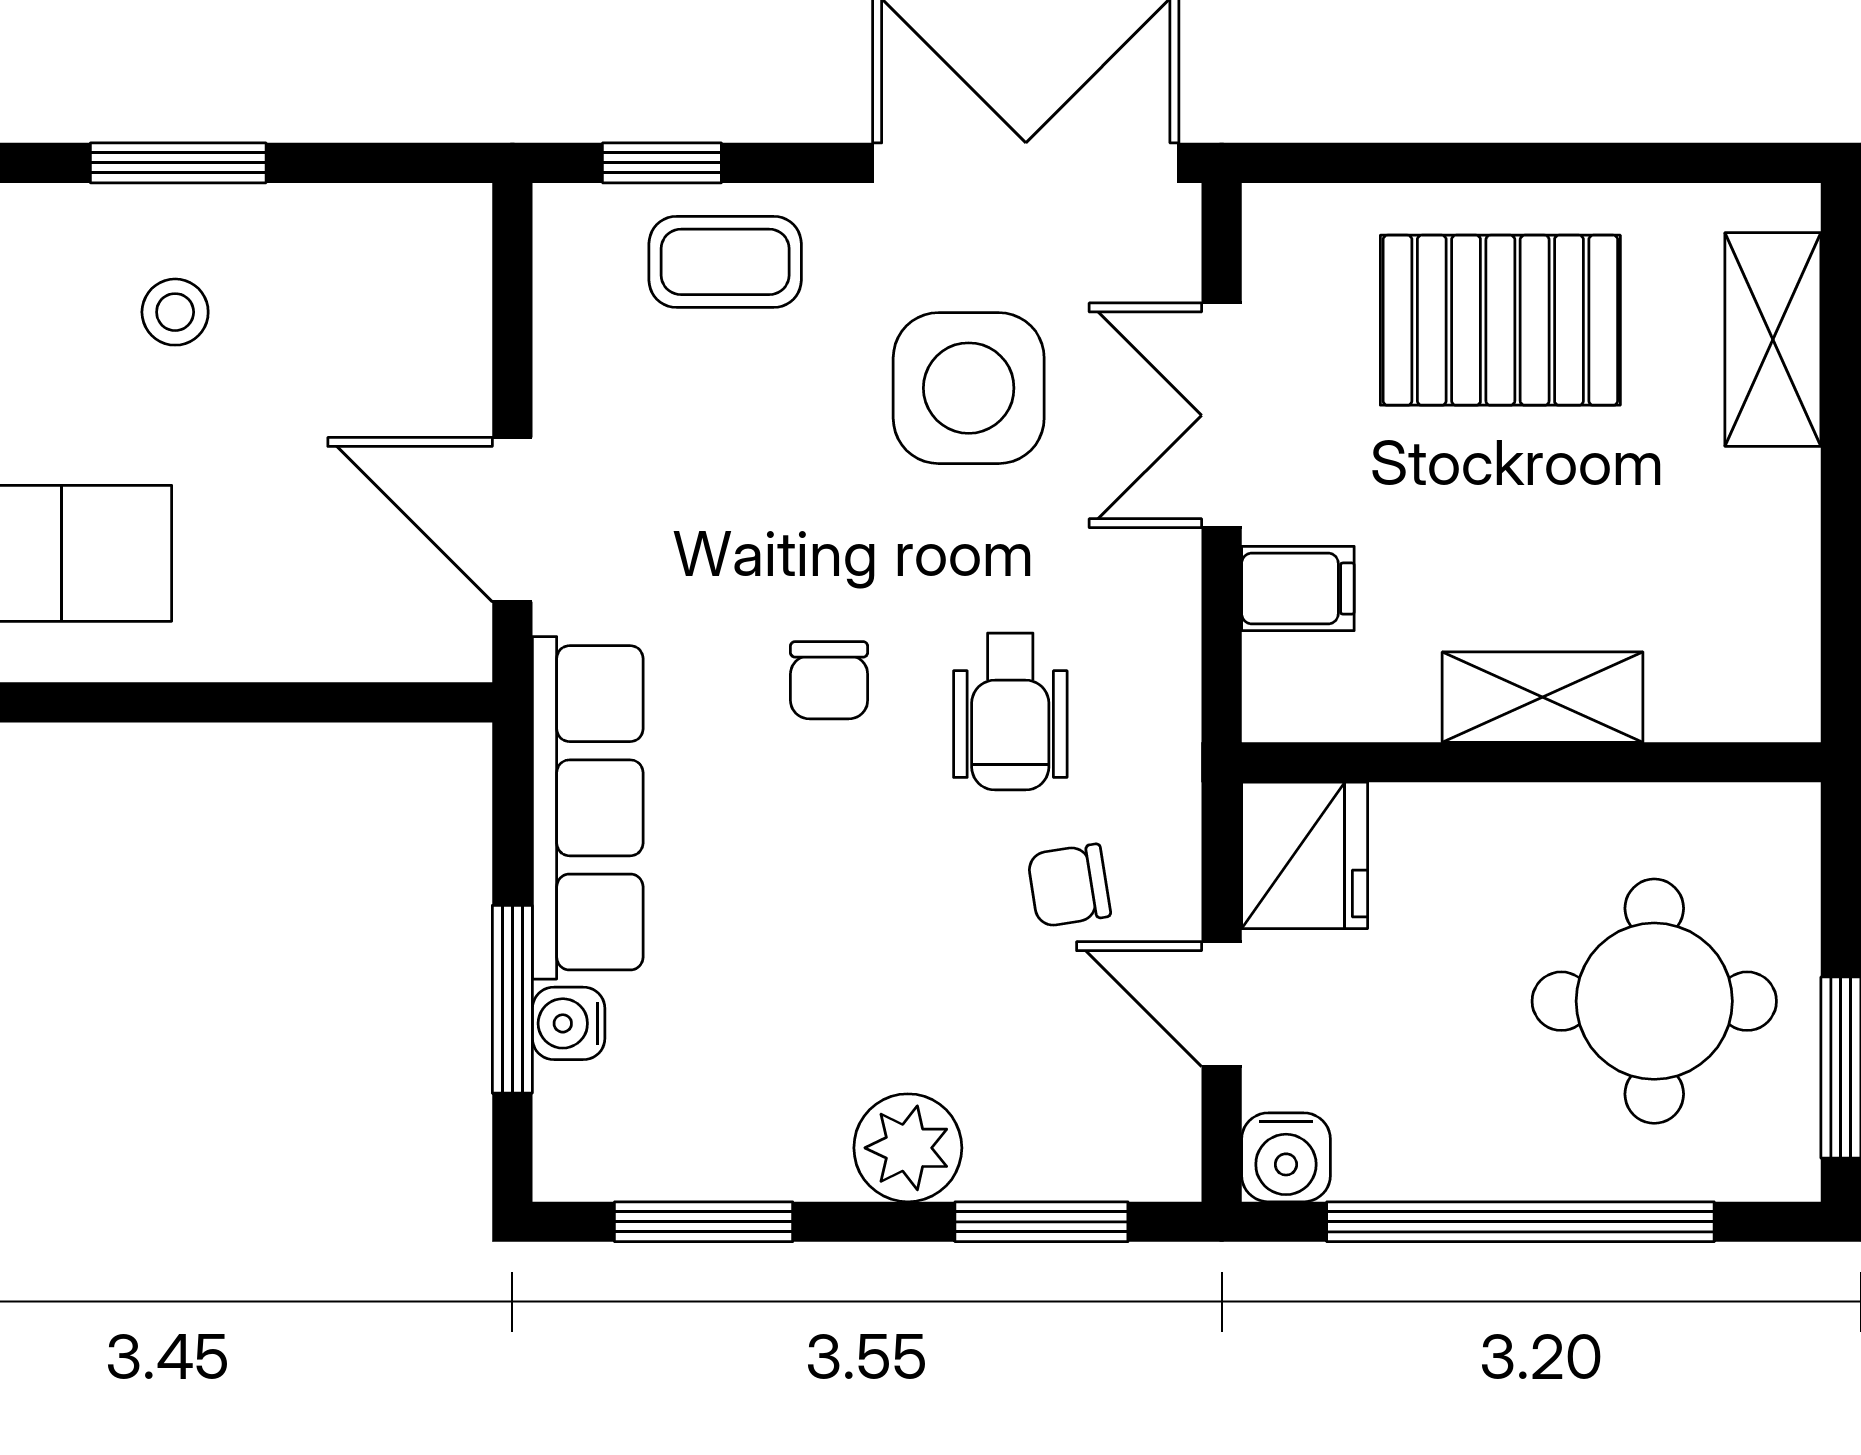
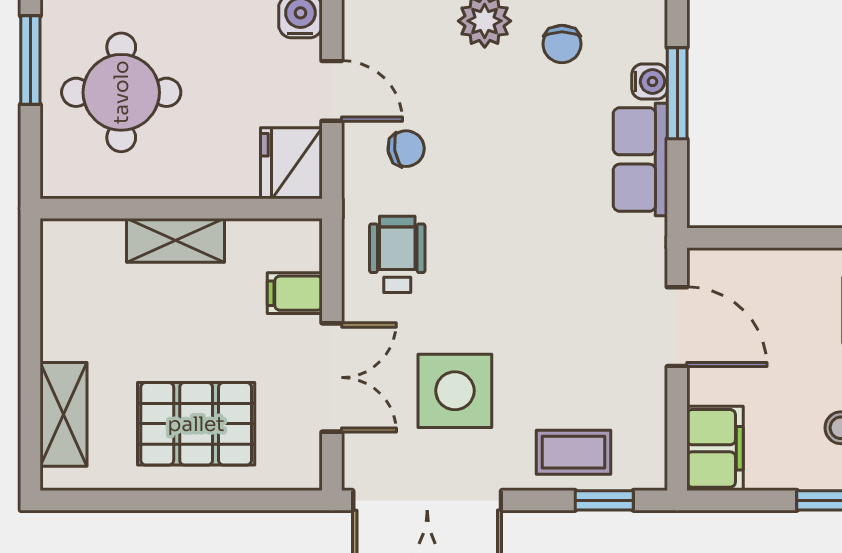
filing cabinet: (434, 270) -> (715, 448), added
chair: (829, 680) -> (562, 44), moved, turned 180
wheelchair: (1010, 712) -> (397, 254), moved
row of seats: (588, 808) -> (640, 159), width x0.68

